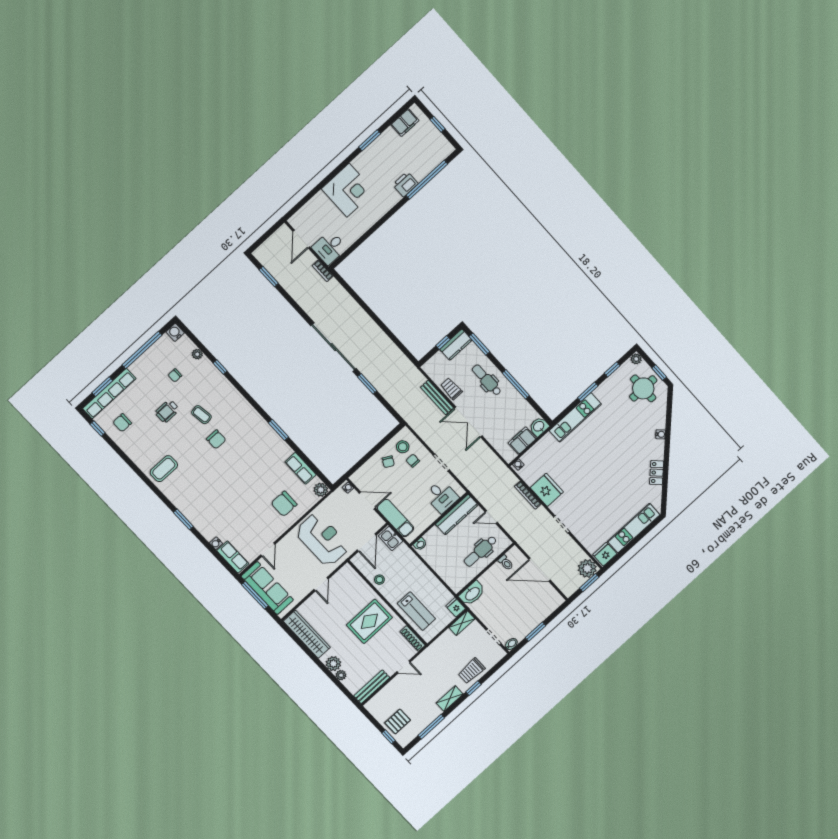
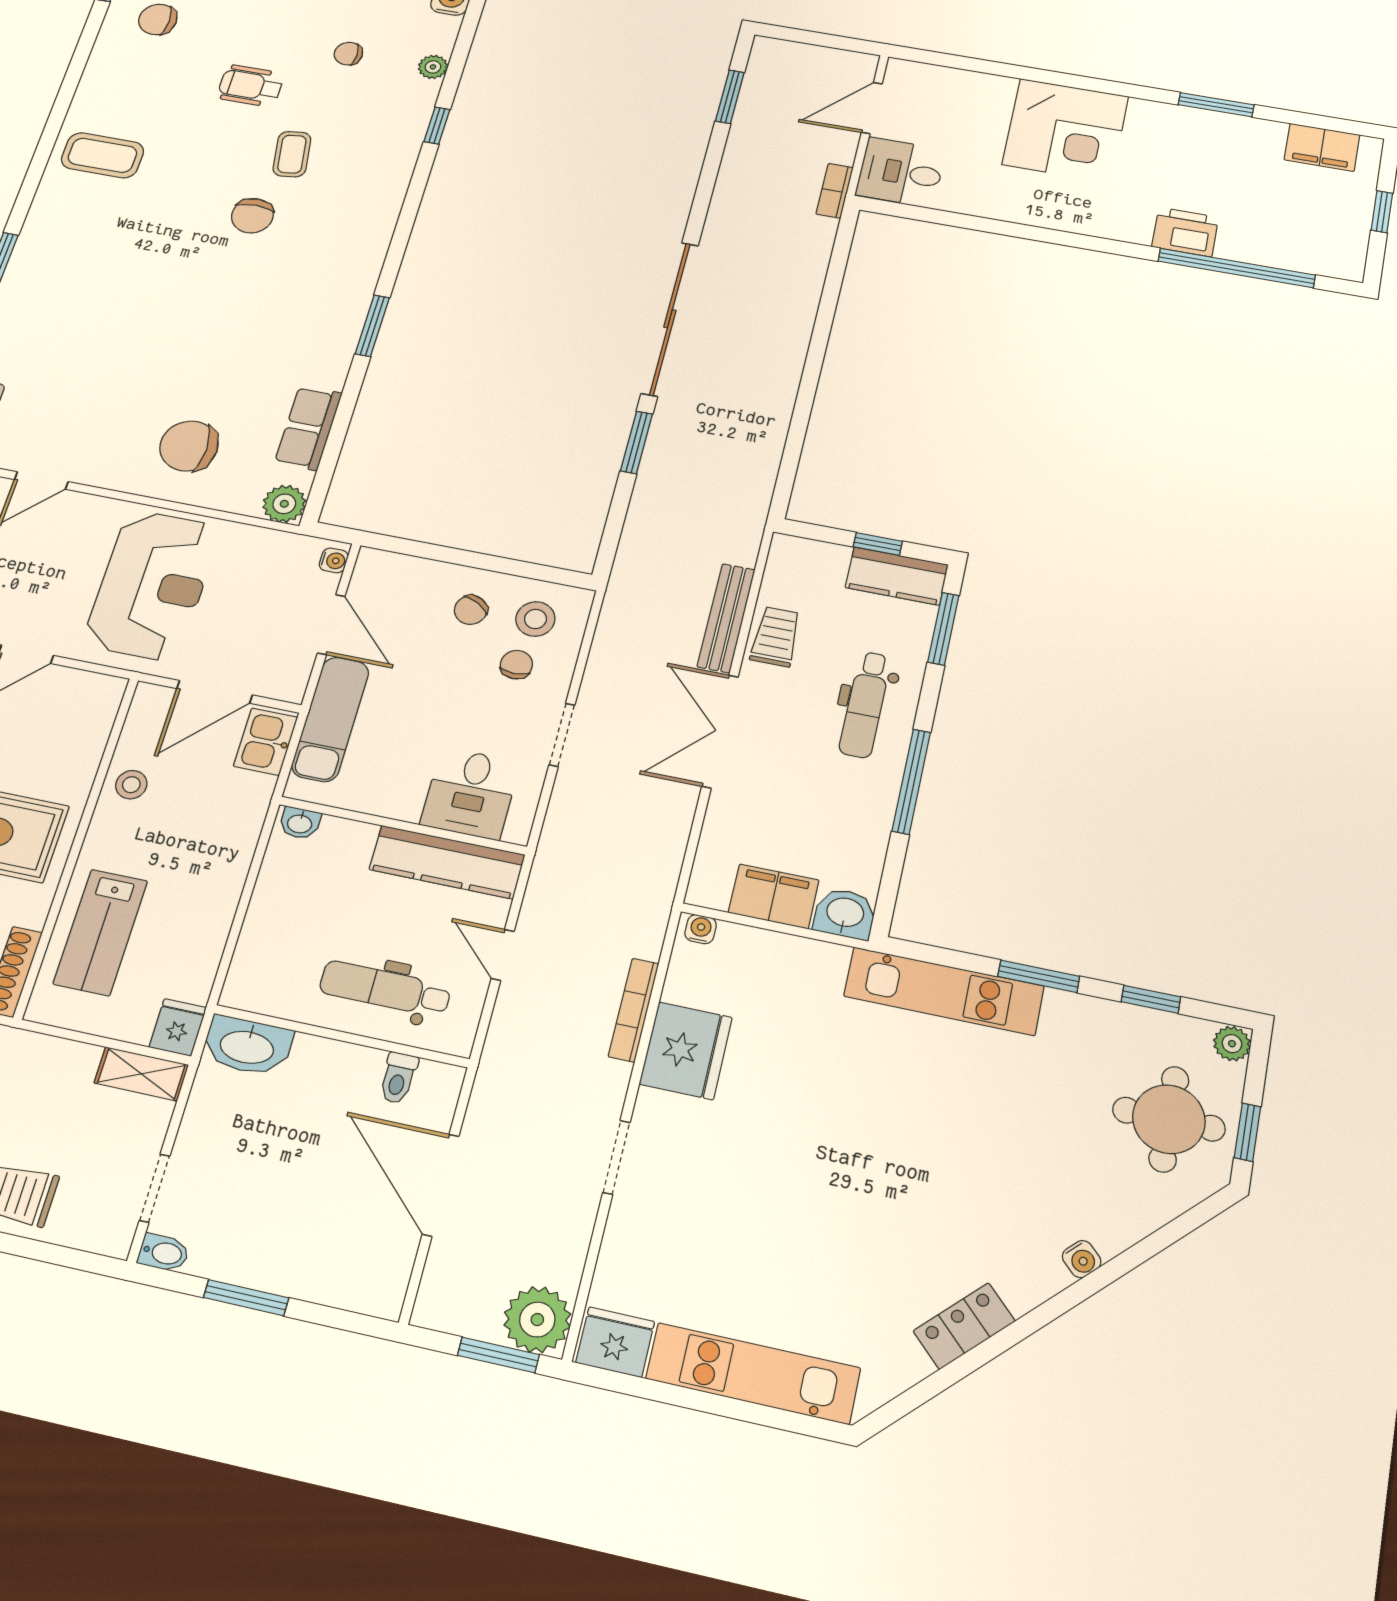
dental chair: (487, 380) -> (865, 705), turned 180

